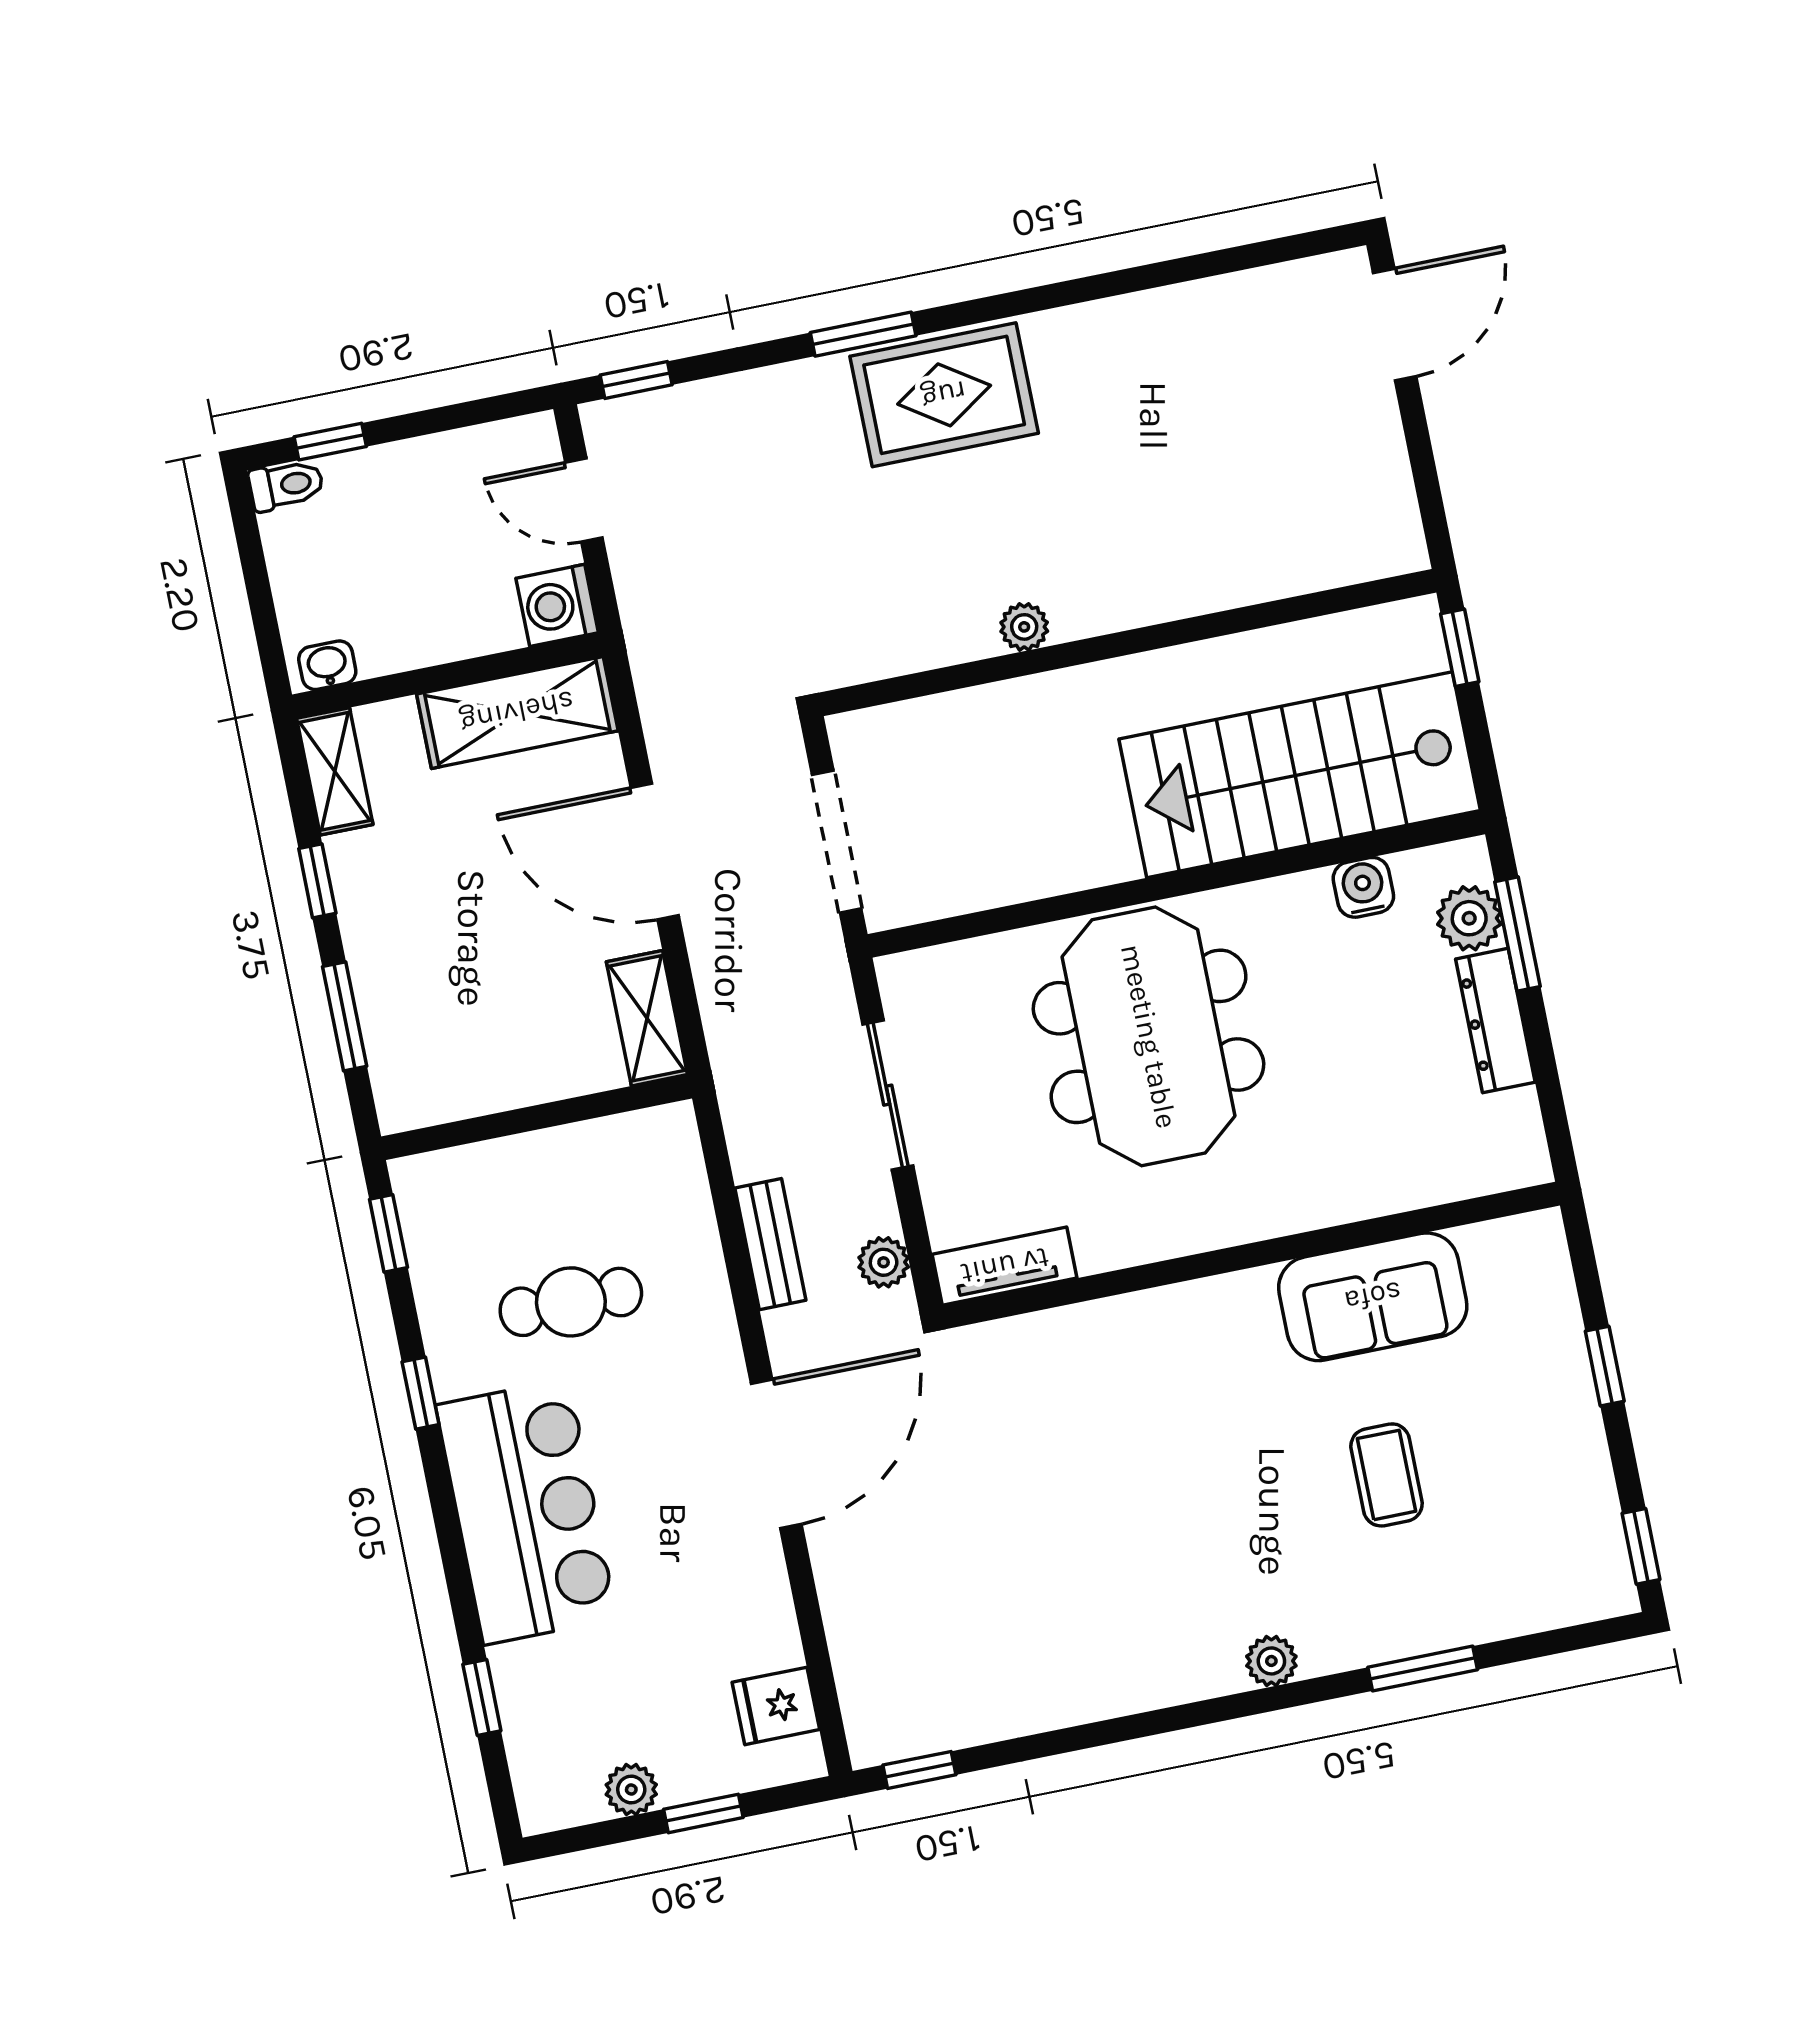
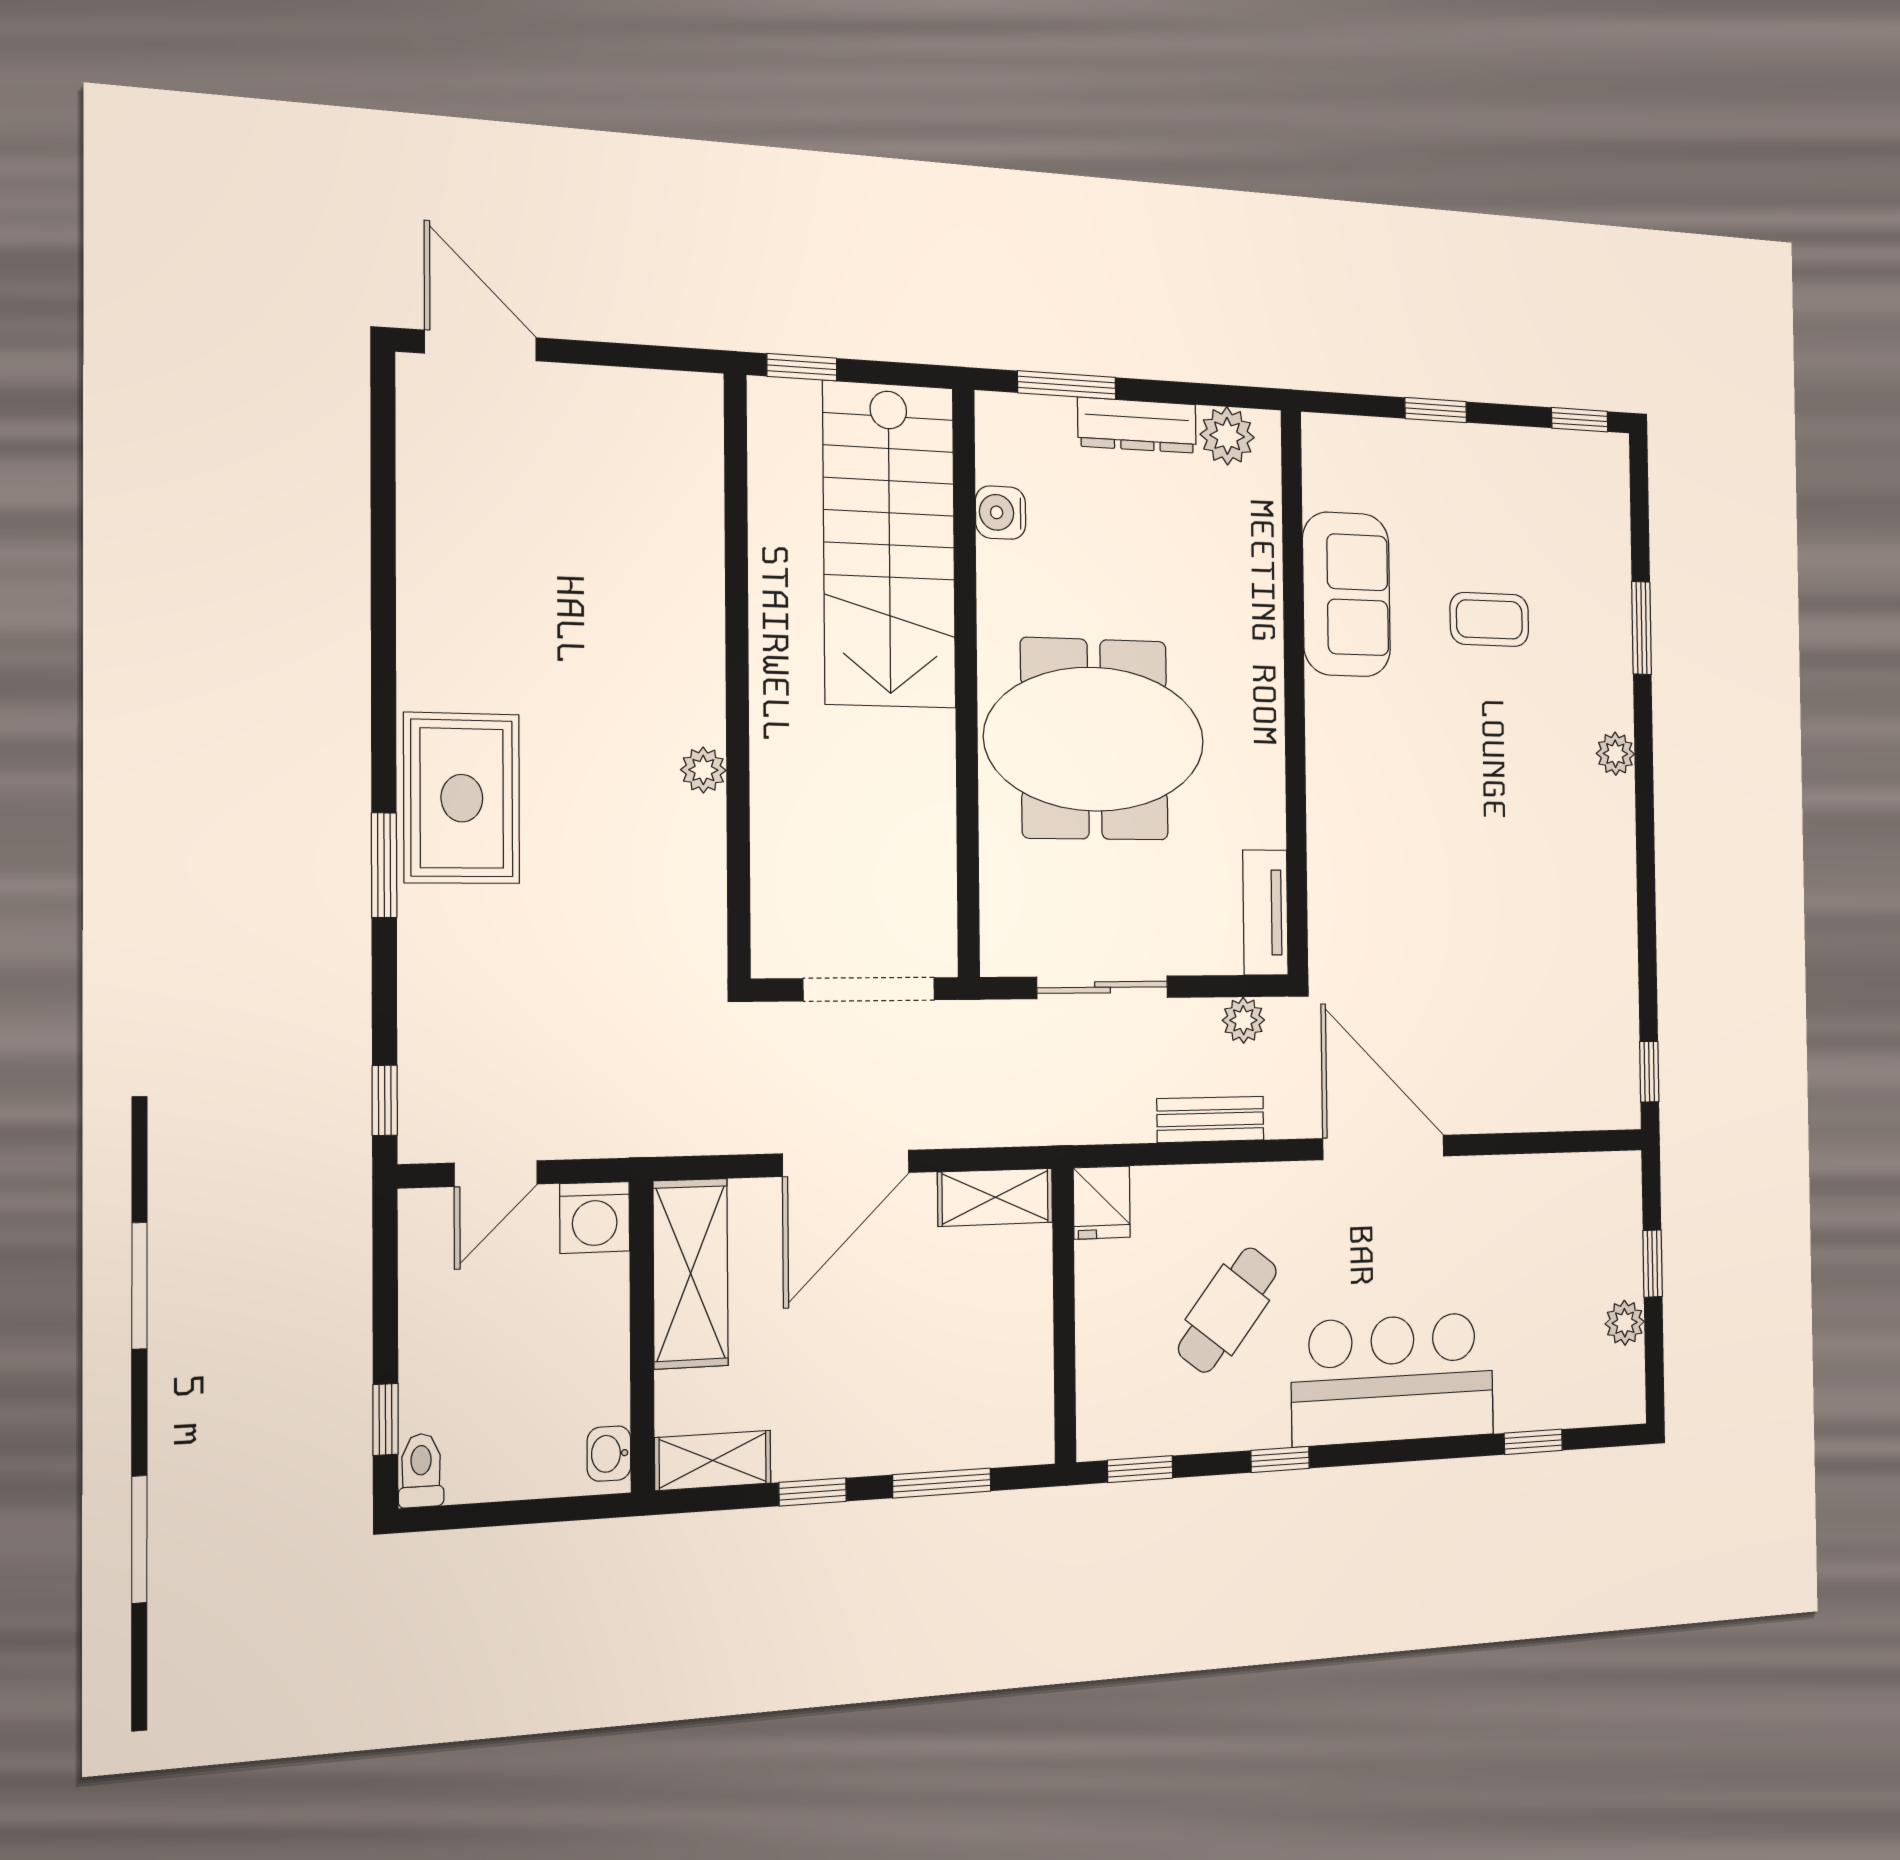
plant: (1469, 918) -> (1227, 436), moved
cafe table: (571, 1302) -> (1228, 1310), turned 38
fridge: (776, 1706) -> (1102, 1203), moved

